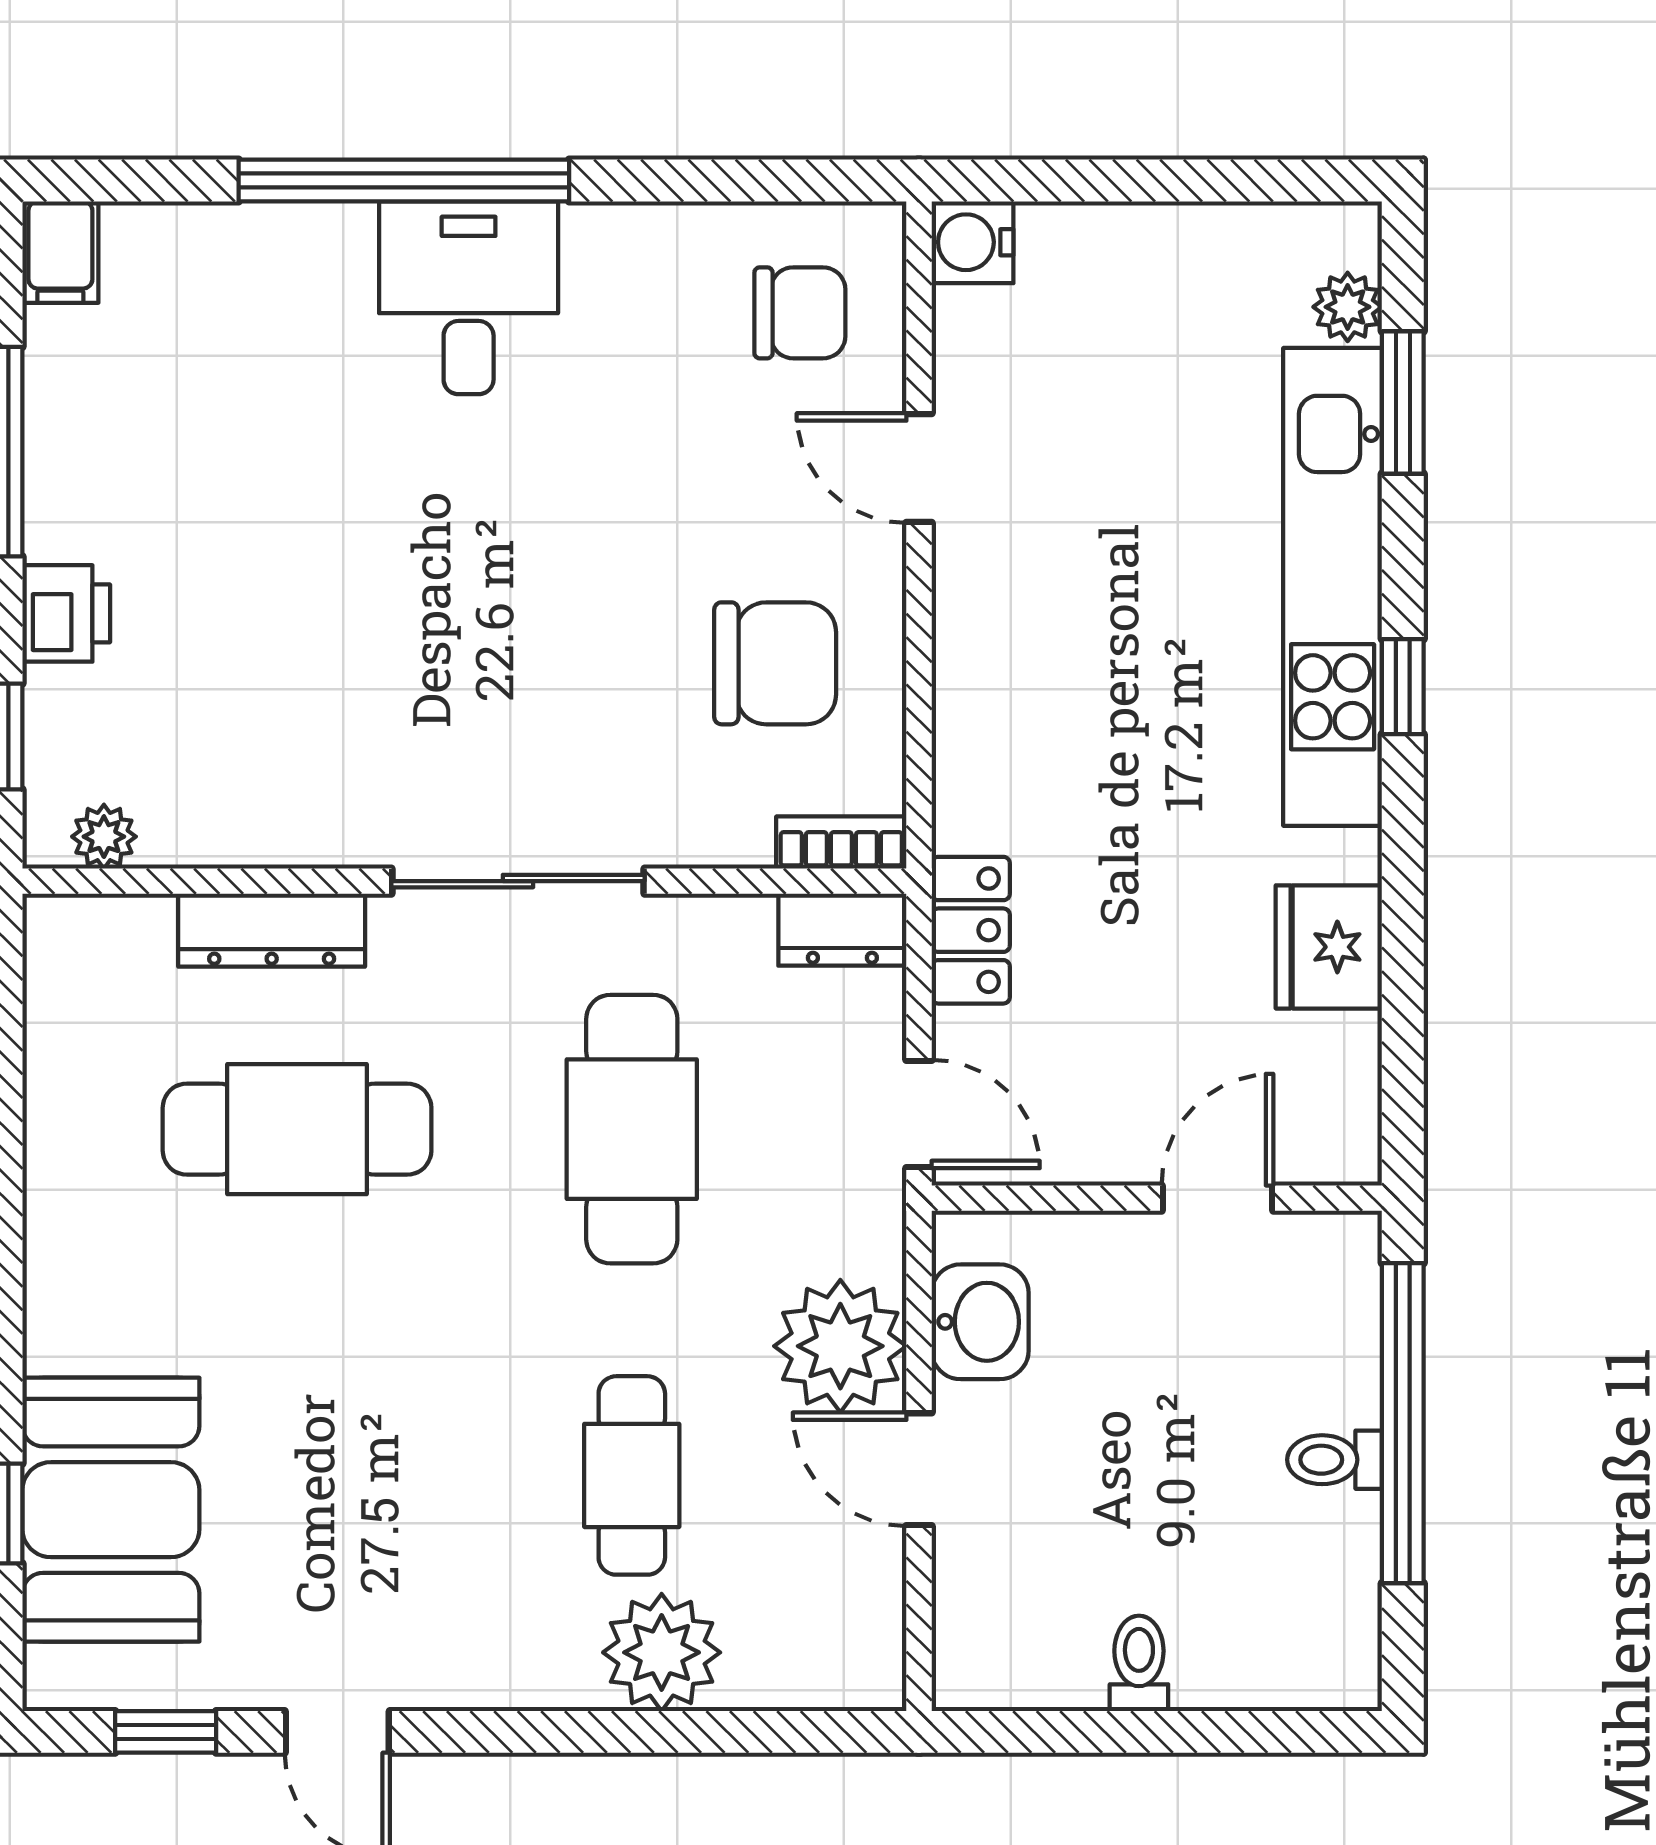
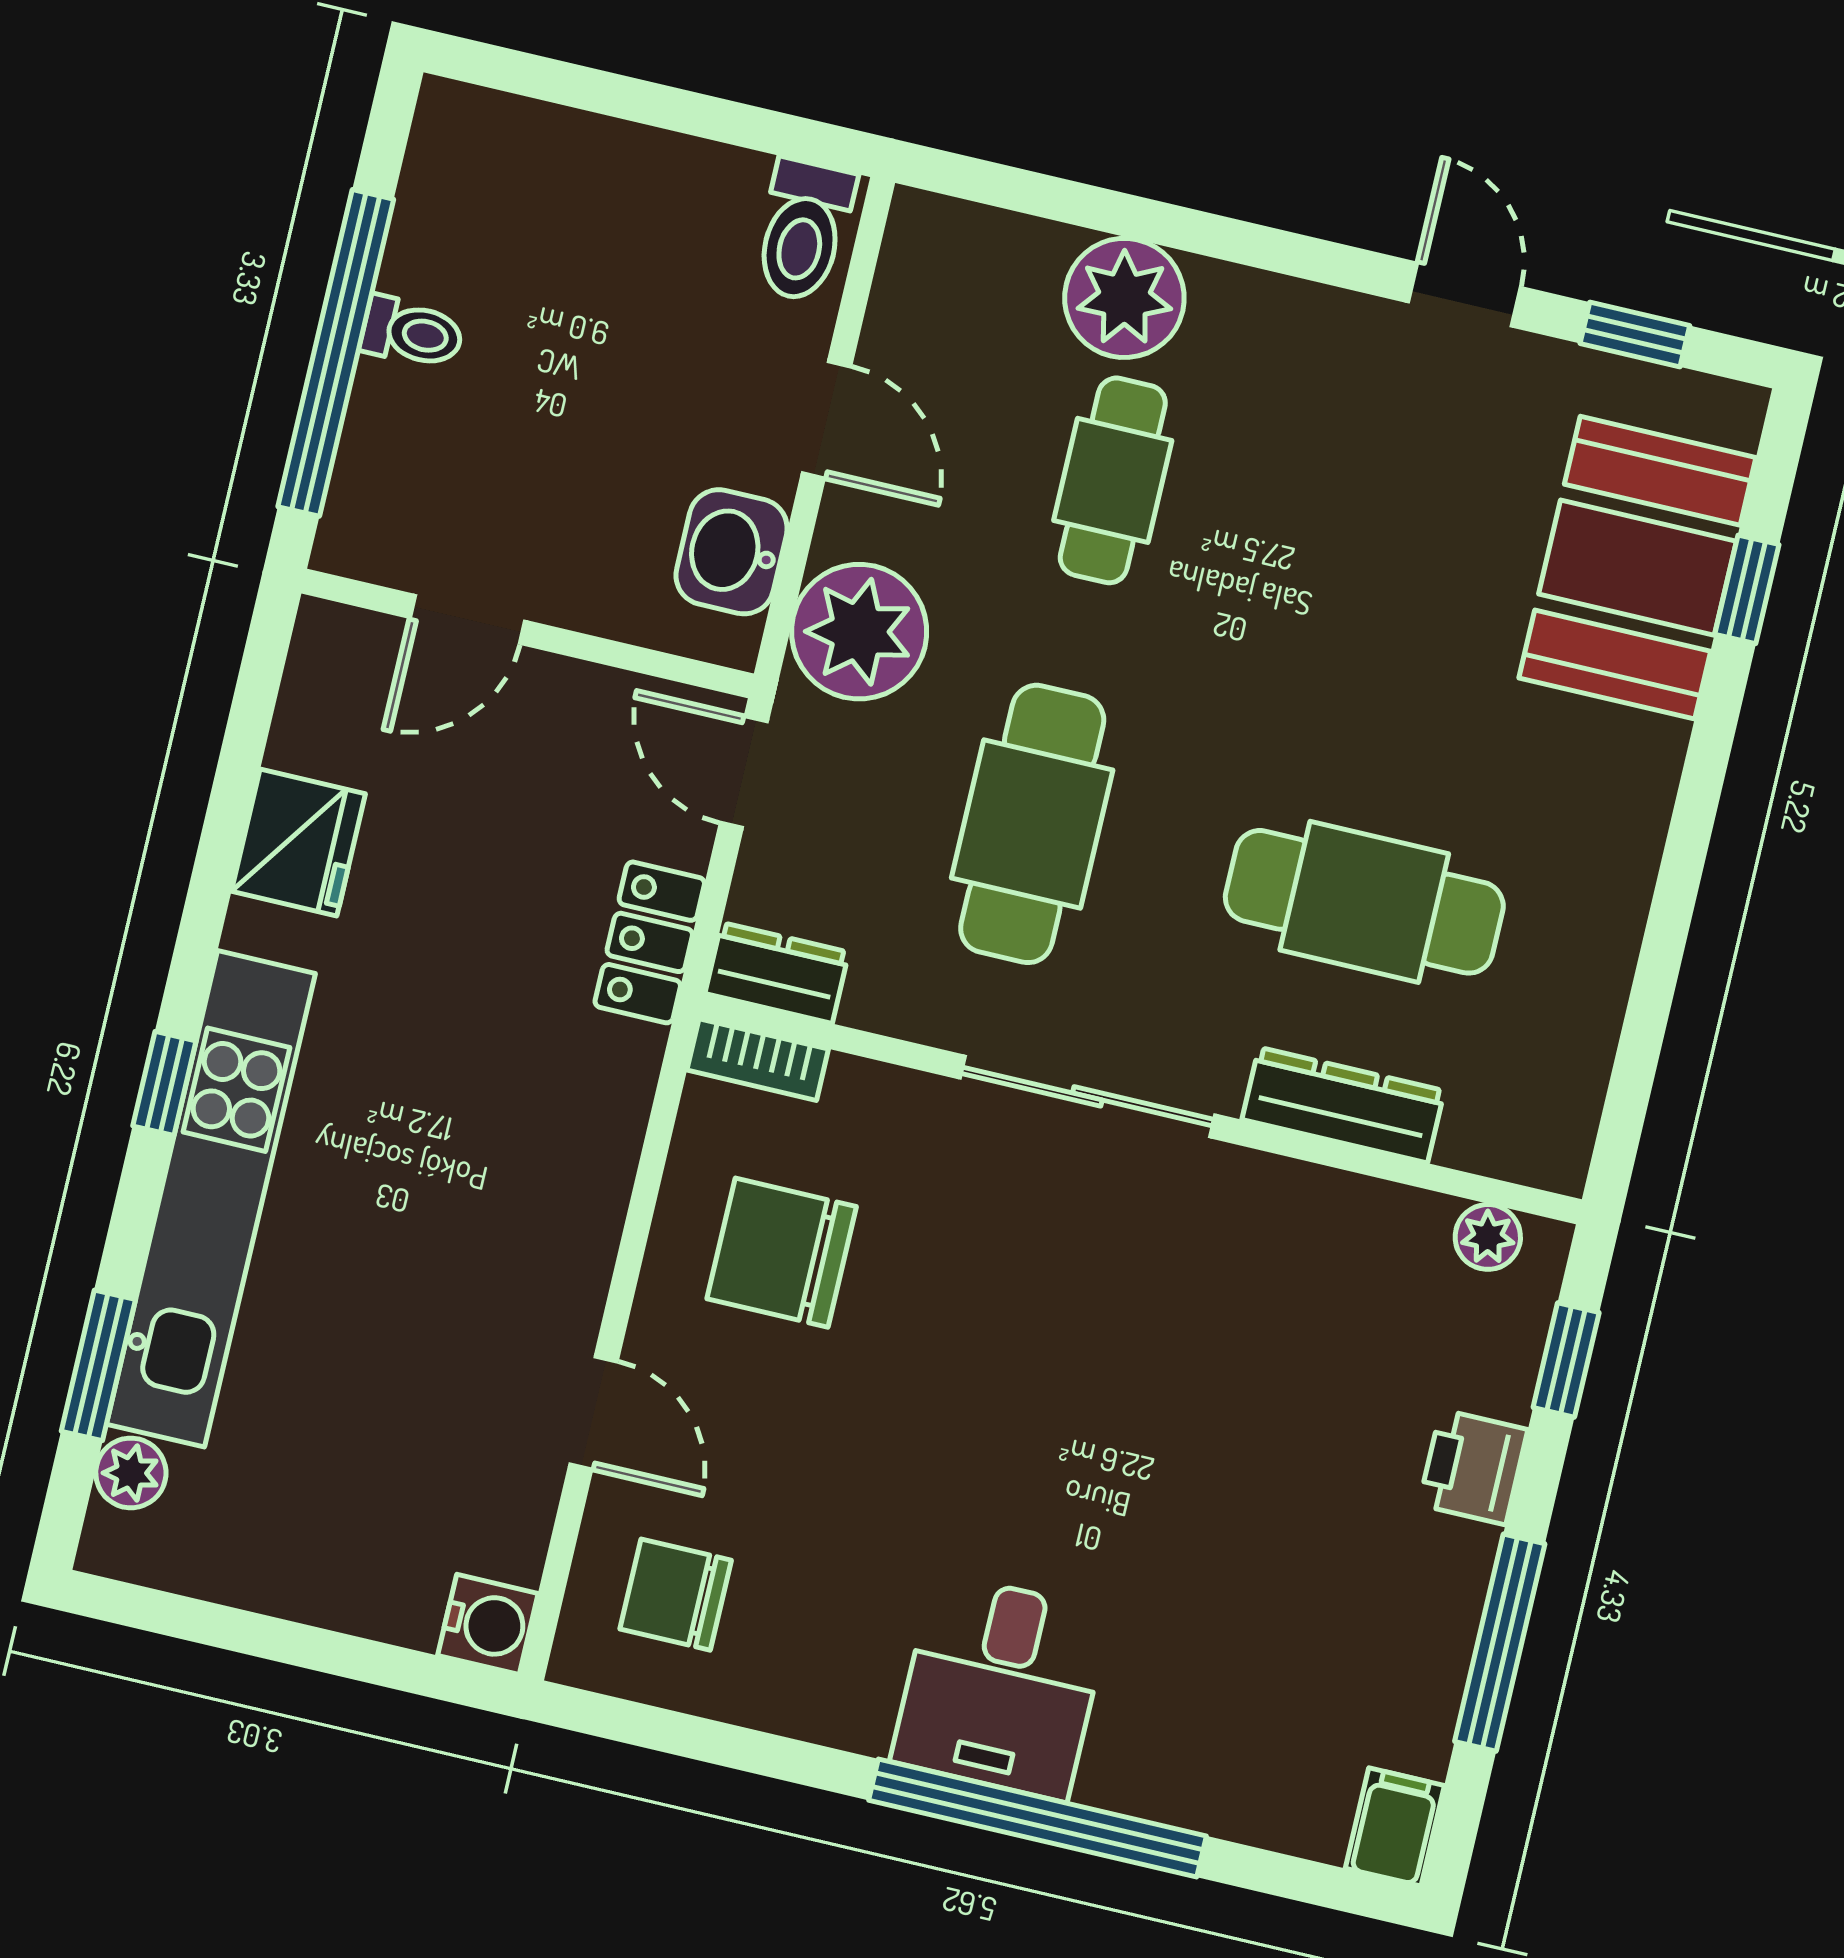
plant: (840, 1346) -> (859, 632), moved
toilet: (1139, 1663) -> (804, 231), moved, width x1.37, depth x1.39

